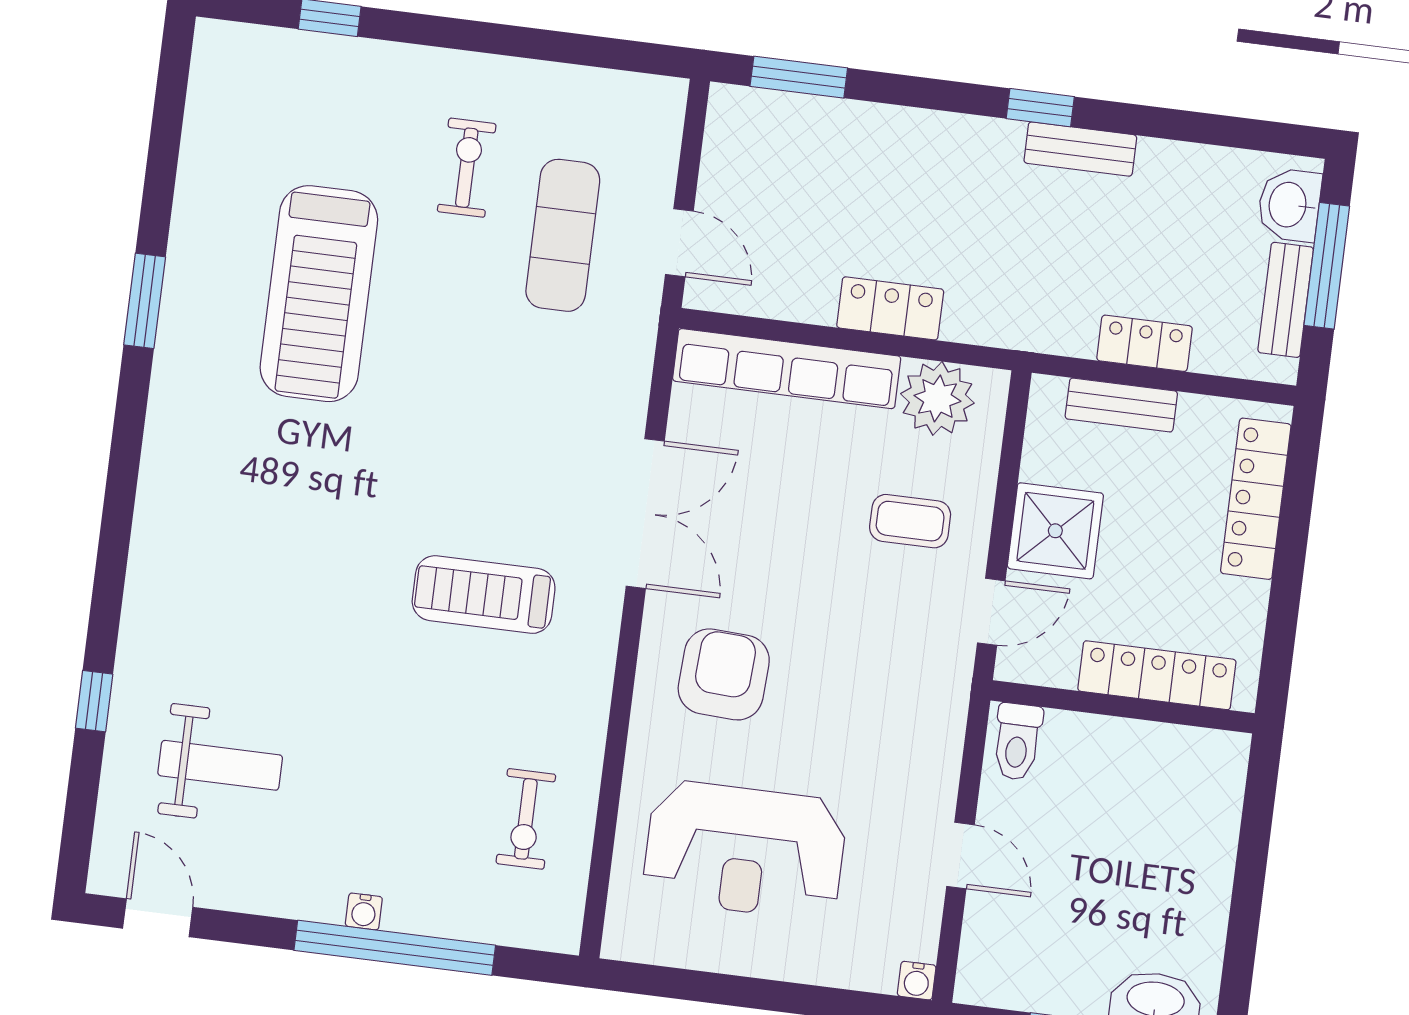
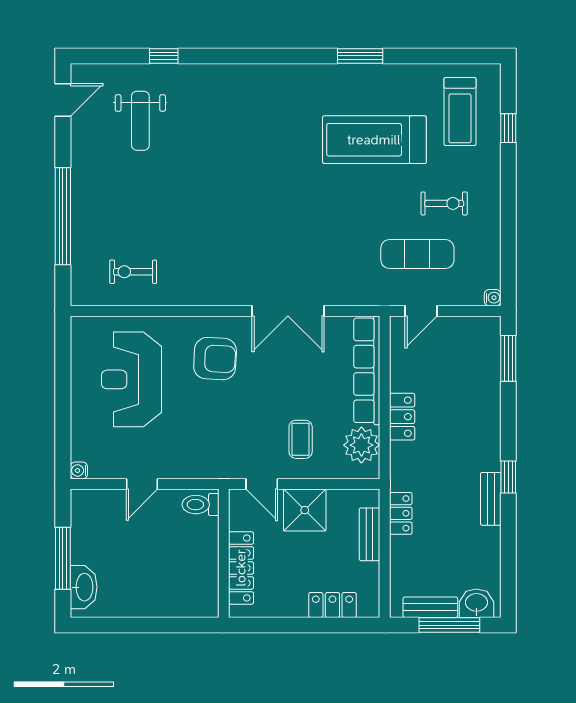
locker: (1145, 343) -> (401, 513), moved
locker: (1256, 499) -> (332, 605), width x0.66
treadmill: (484, 595) -> (460, 112), moved, turned 180
water cooler: (364, 911) -> (493, 298), moved, turned 180

